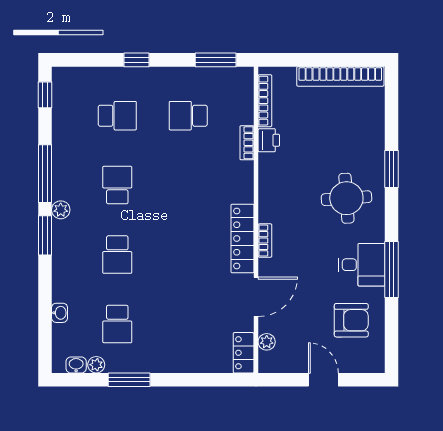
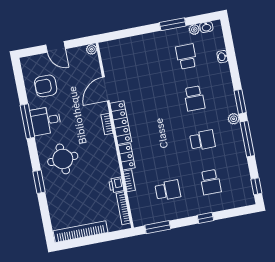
school desk: (117, 116) -> (210, 182), turned -90
school desk: (117, 185) -> (202, 140), turned -90
school desk: (117, 255) -> (194, 98), turned 180
plant: (267, 342) -> (92, 49), moved
locker: (244, 353) -> (127, 157), moved

